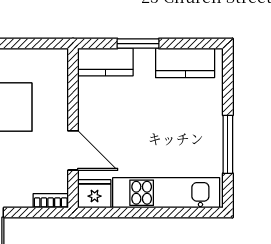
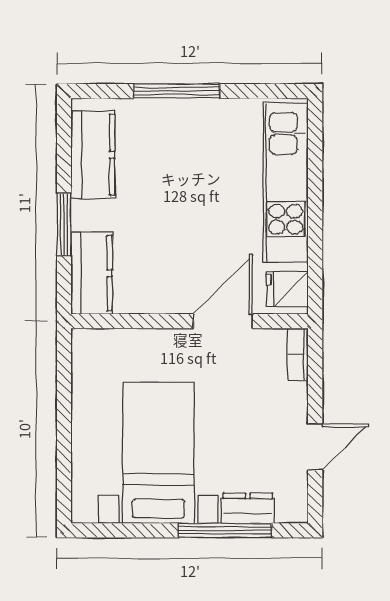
window: (228, 144) -> (176, 91), moved
fridge: (95, 194) -> (287, 289), width x0.72

